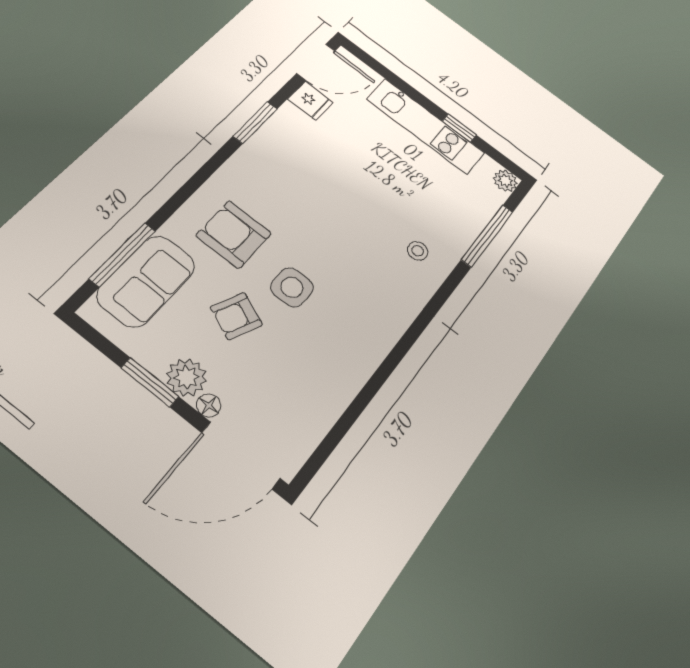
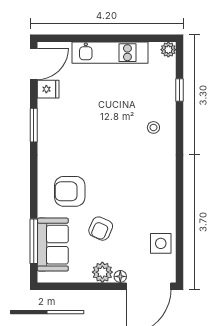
window: (459, 128) -> (127, 38), removed
window: (487, 236) -> (180, 90), width x0.46
side table: (292, 287) -> (161, 243), moved
window: (150, 382) -> (90, 286), removed

